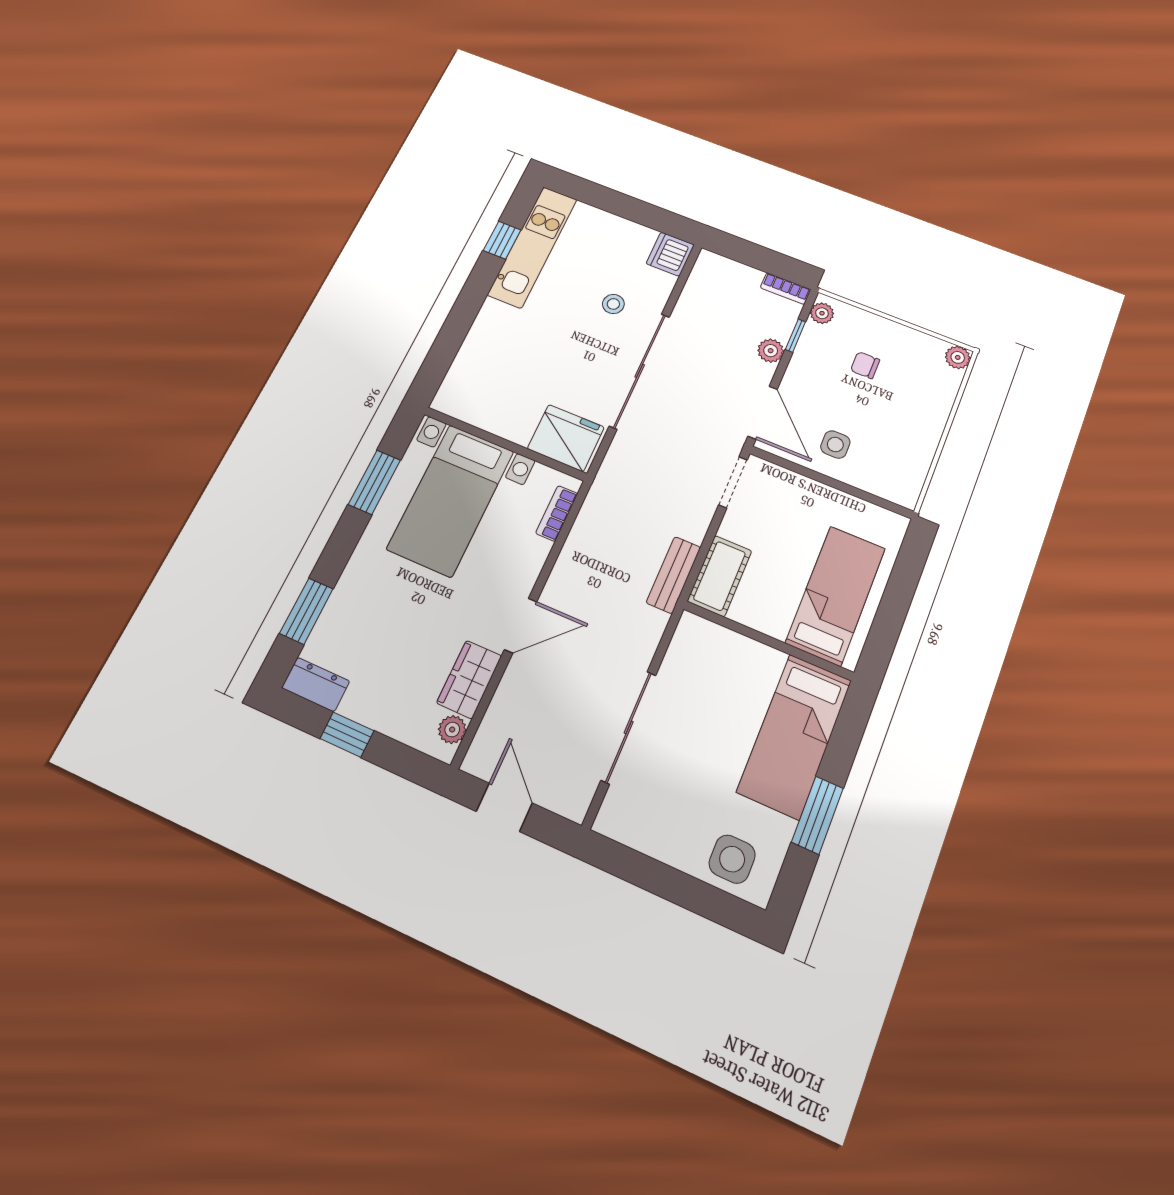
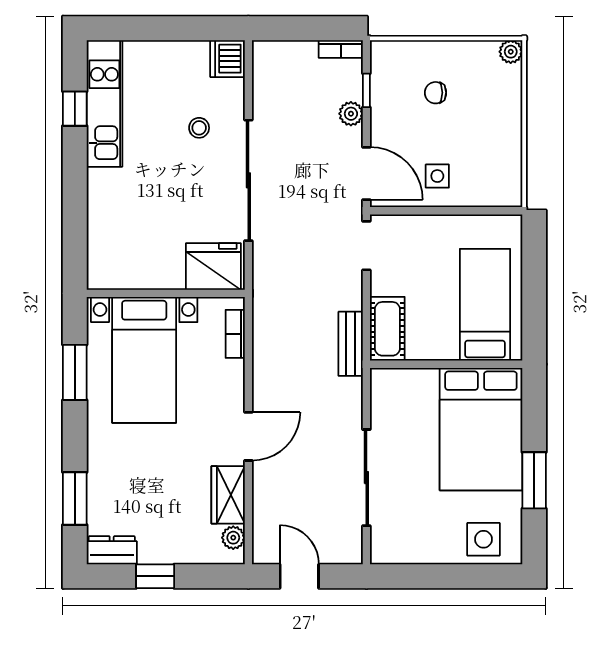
plant: (822, 313) -> (381, 59), removed
bed: (794, 736) -> (481, 429), width x1.50

